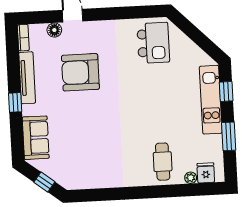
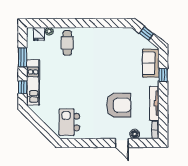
window: (15, 102) -> (163, 75), moved

